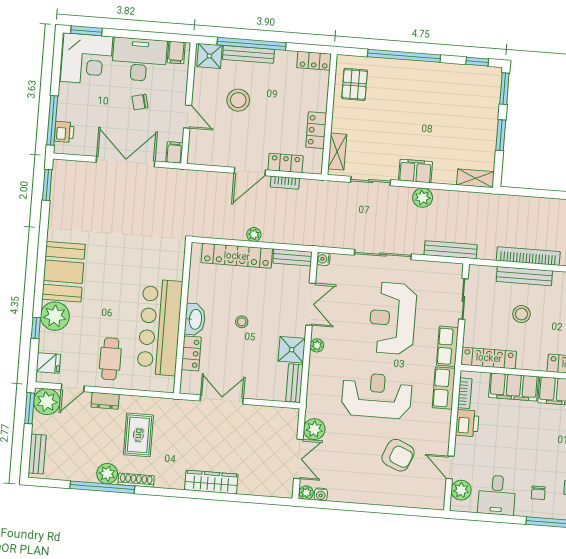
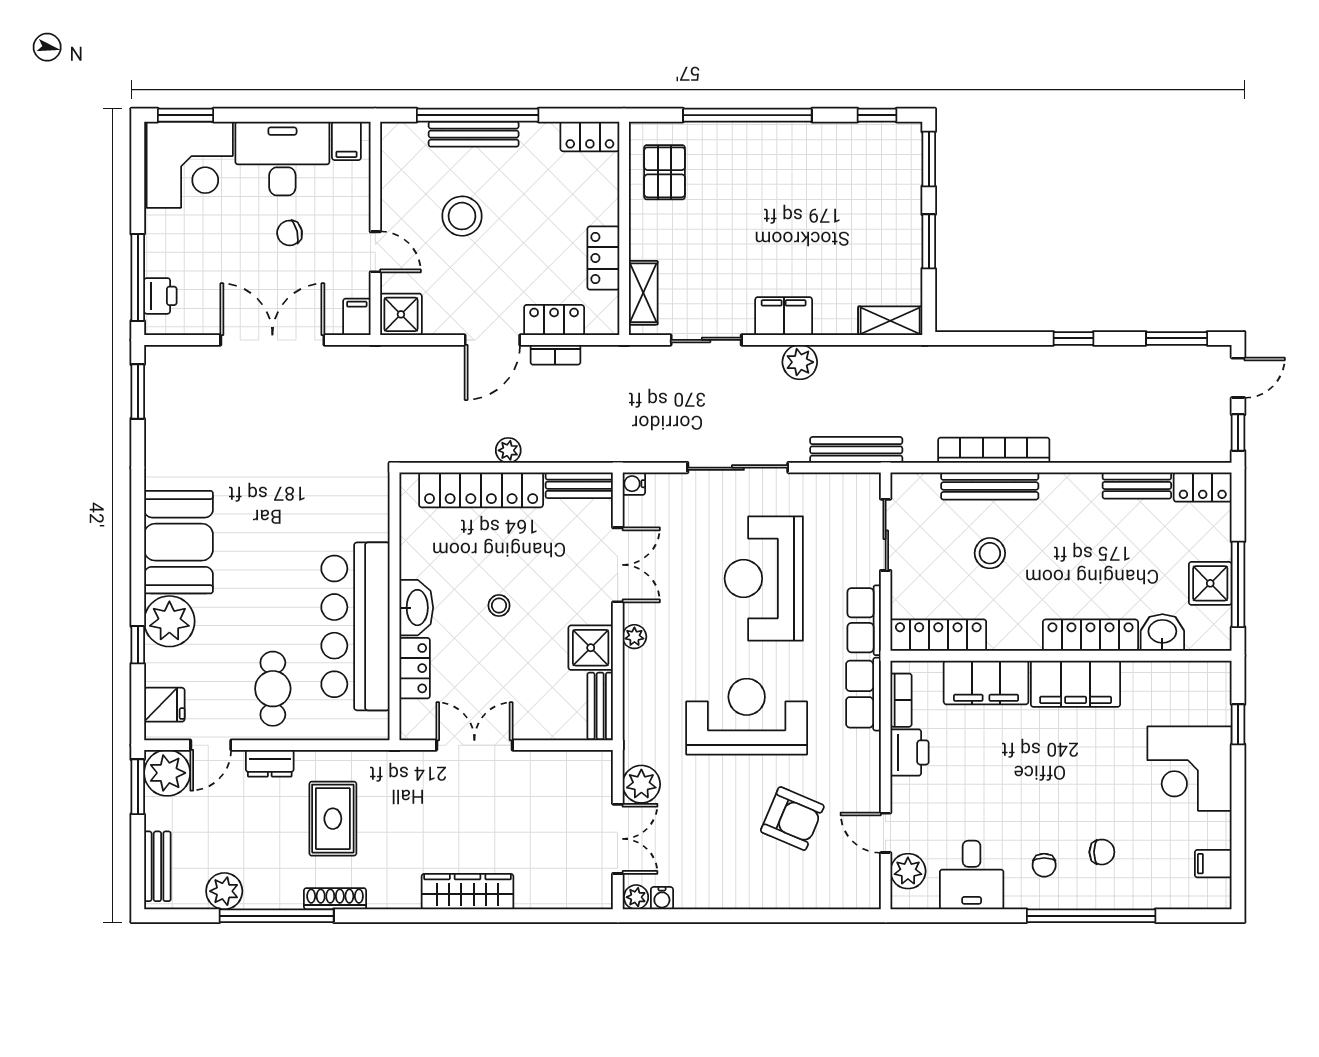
shower: (209, 56) -> (401, 314), moved
plant: (107, 474) -> (224, 891), moved

